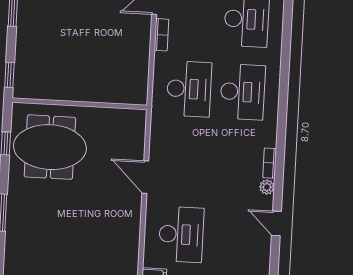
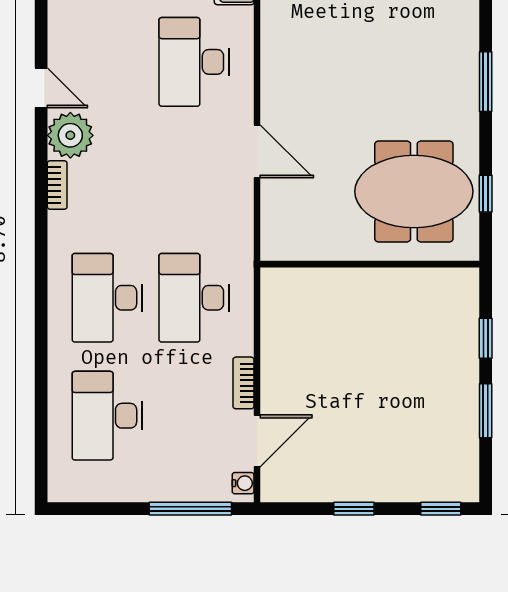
window: (9, 75) -> (486, 338), moved
plant: (267, 187) -> (70, 135), width x1.87, depth x1.87

